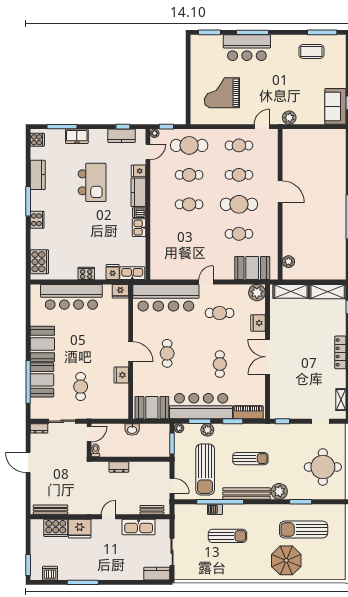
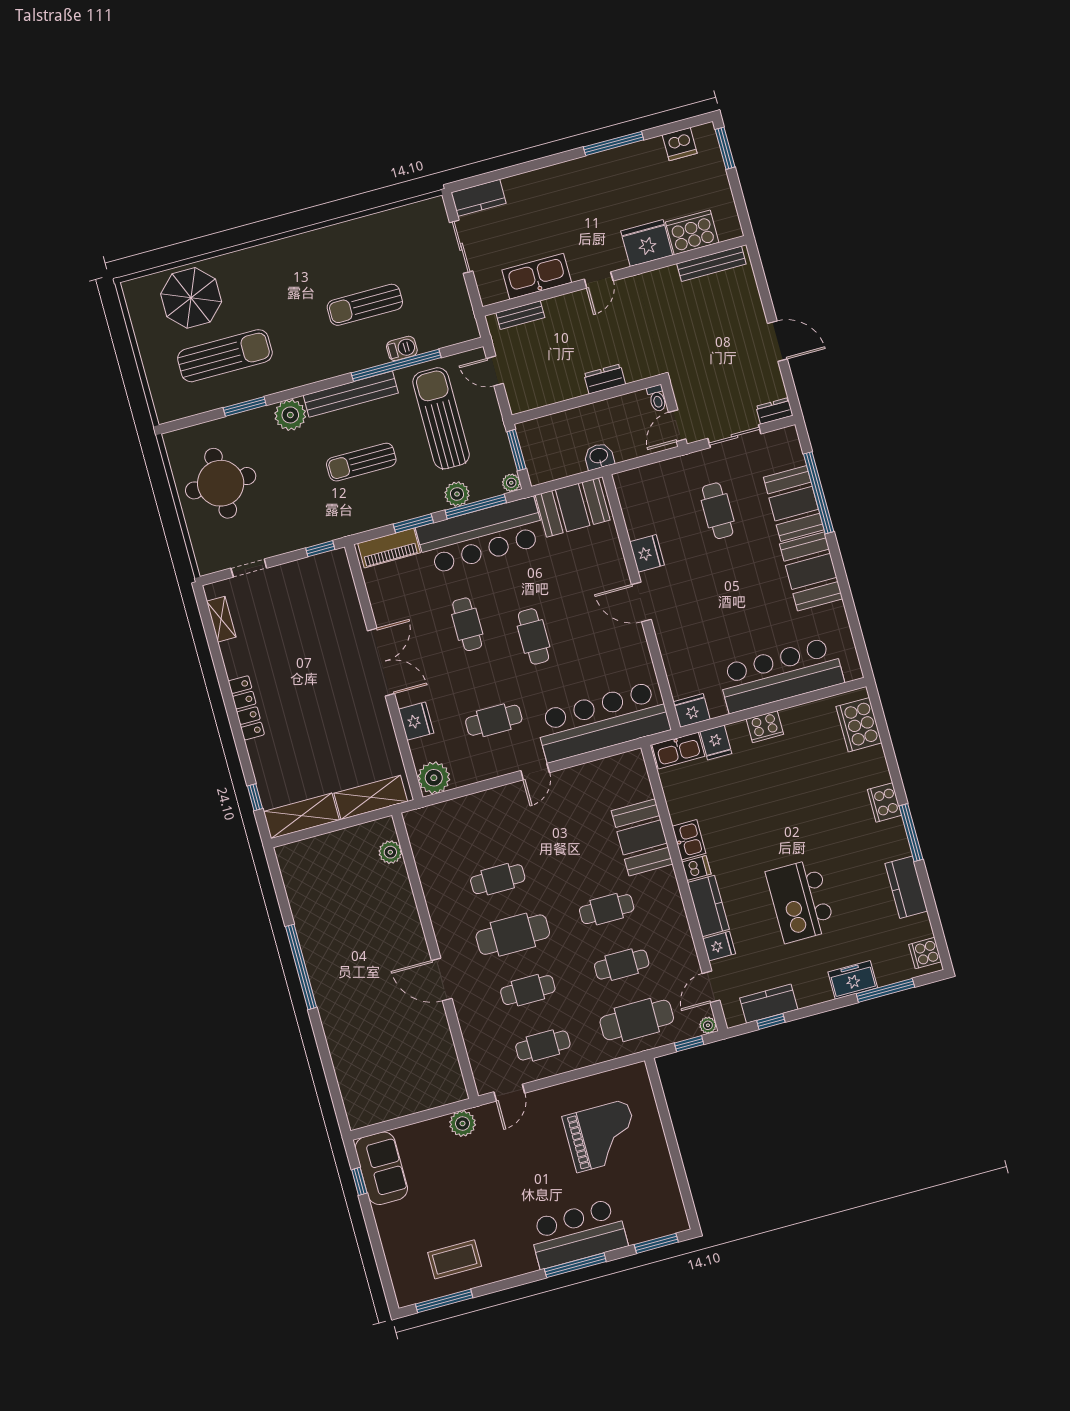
booth: (252, 268) -> (642, 837), moved, turned 90
cafe table: (167, 353) -> (533, 636), moved
window: (200, 421) -> (476, 506), width x1.44
parasol: (286, 560) -> (191, 298), moved

